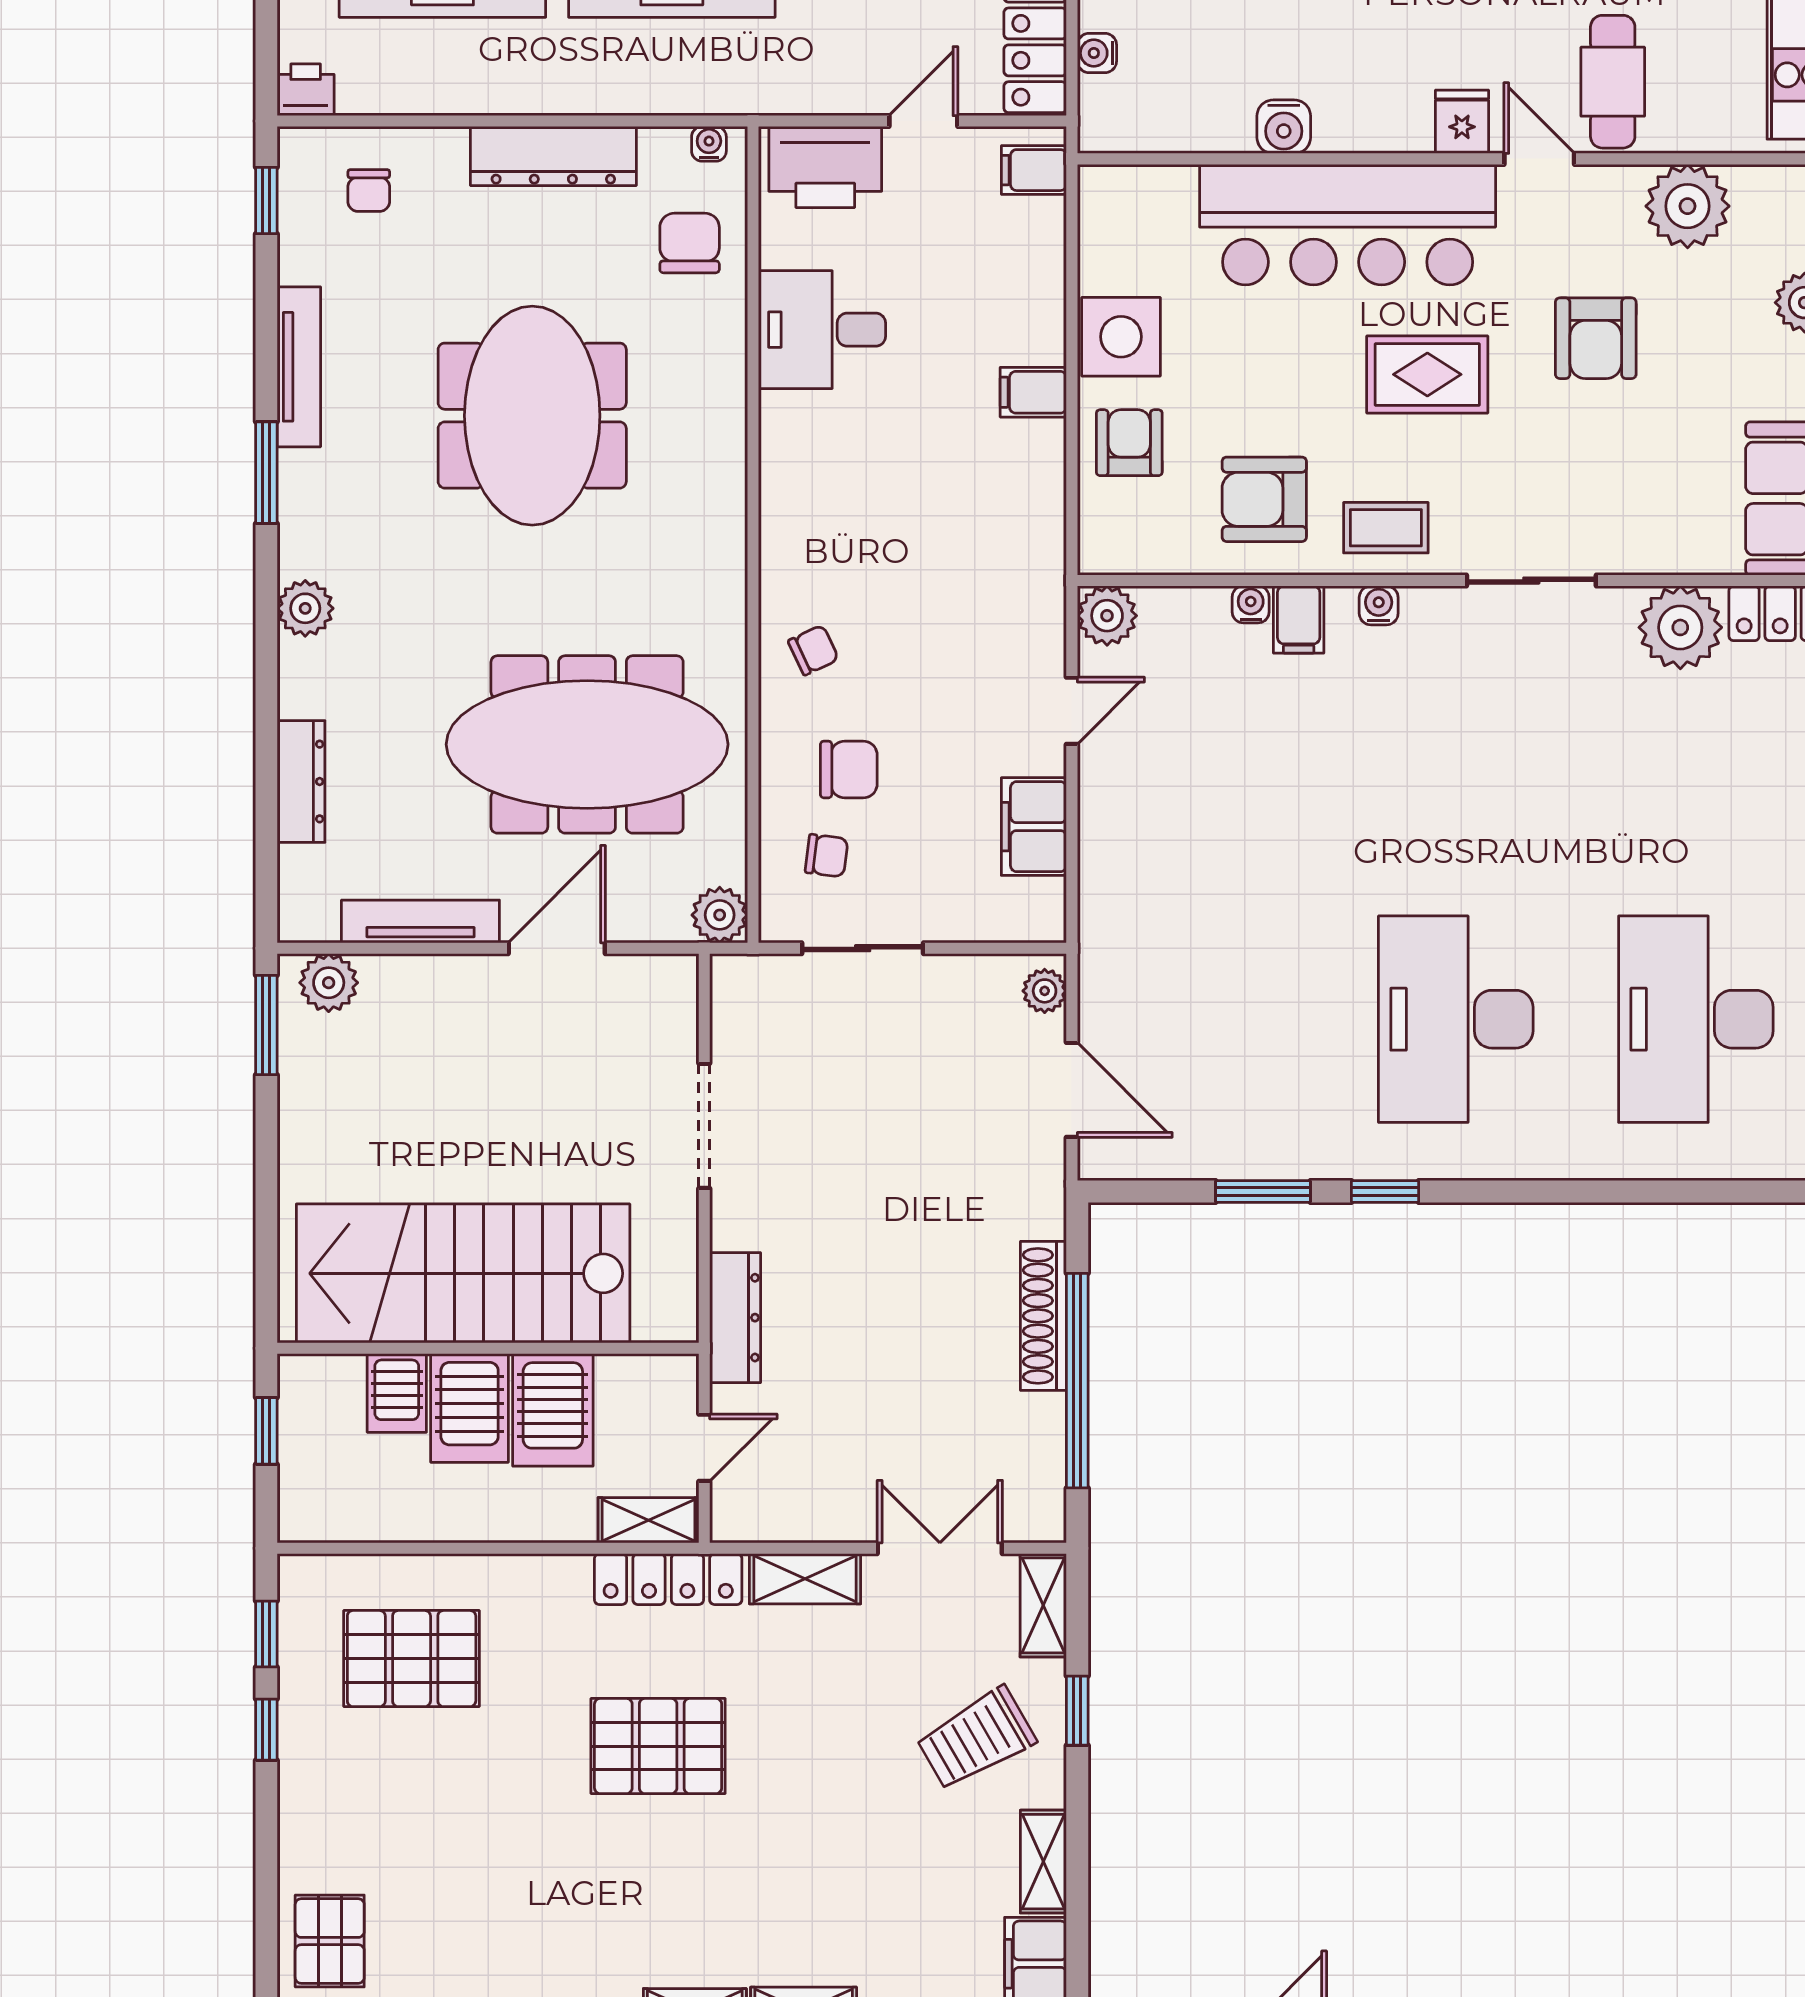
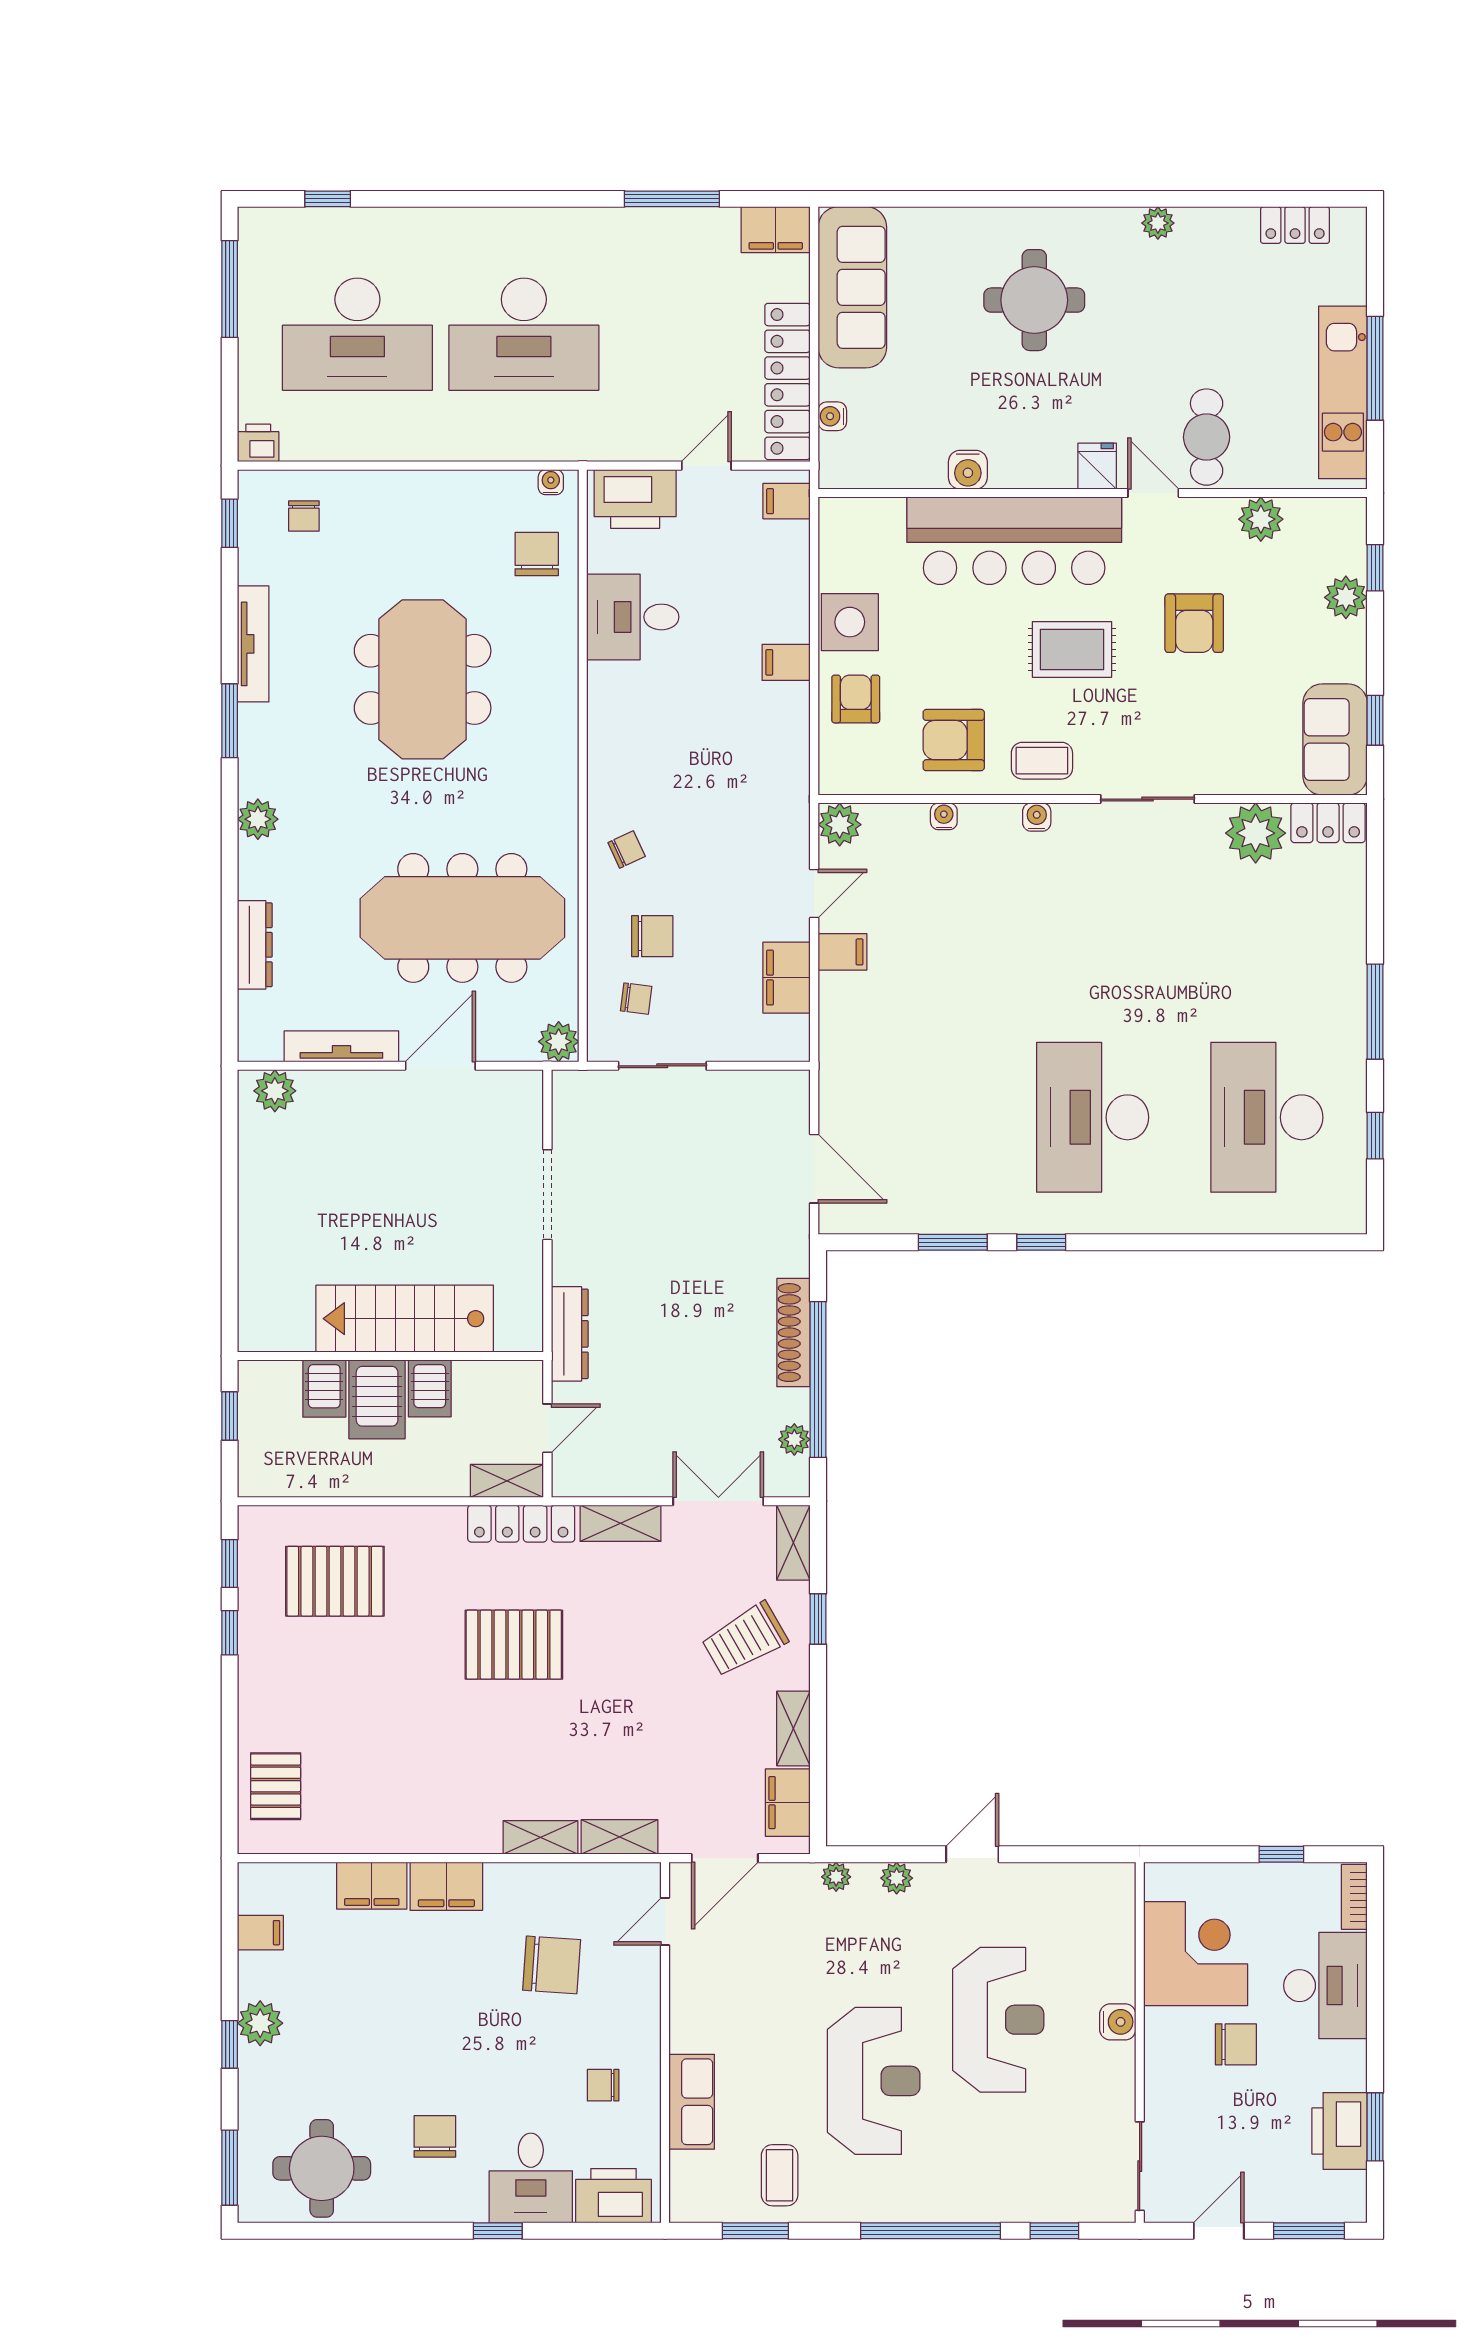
dresser: (553, 156) -> (438, 491), removed
plant: (1688, 206) -> (1261, 519), width x0.73, depth x0.73
filing cabinet: (1299, 620) -> (842, 952), moved, turned -90
plant: (1045, 991) -> (794, 1439), moved
window: (266, 1025) -> (230, 1122), removed
stairs: (463, 1273) -> (405, 1319), width x0.73, depth x0.66
server rack: (553, 1410) -> (430, 1388), width x0.73, depth x0.70

